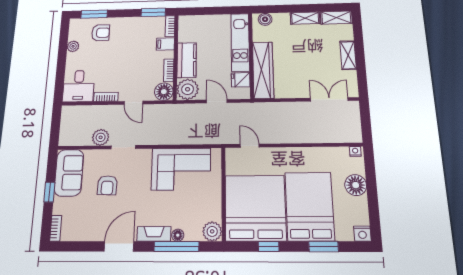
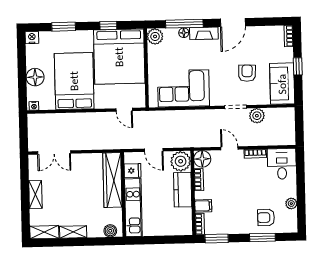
window: (94, 14) -> (262, 237), moved
bed: (309, 206) -> (74, 81), moved, turned 180

